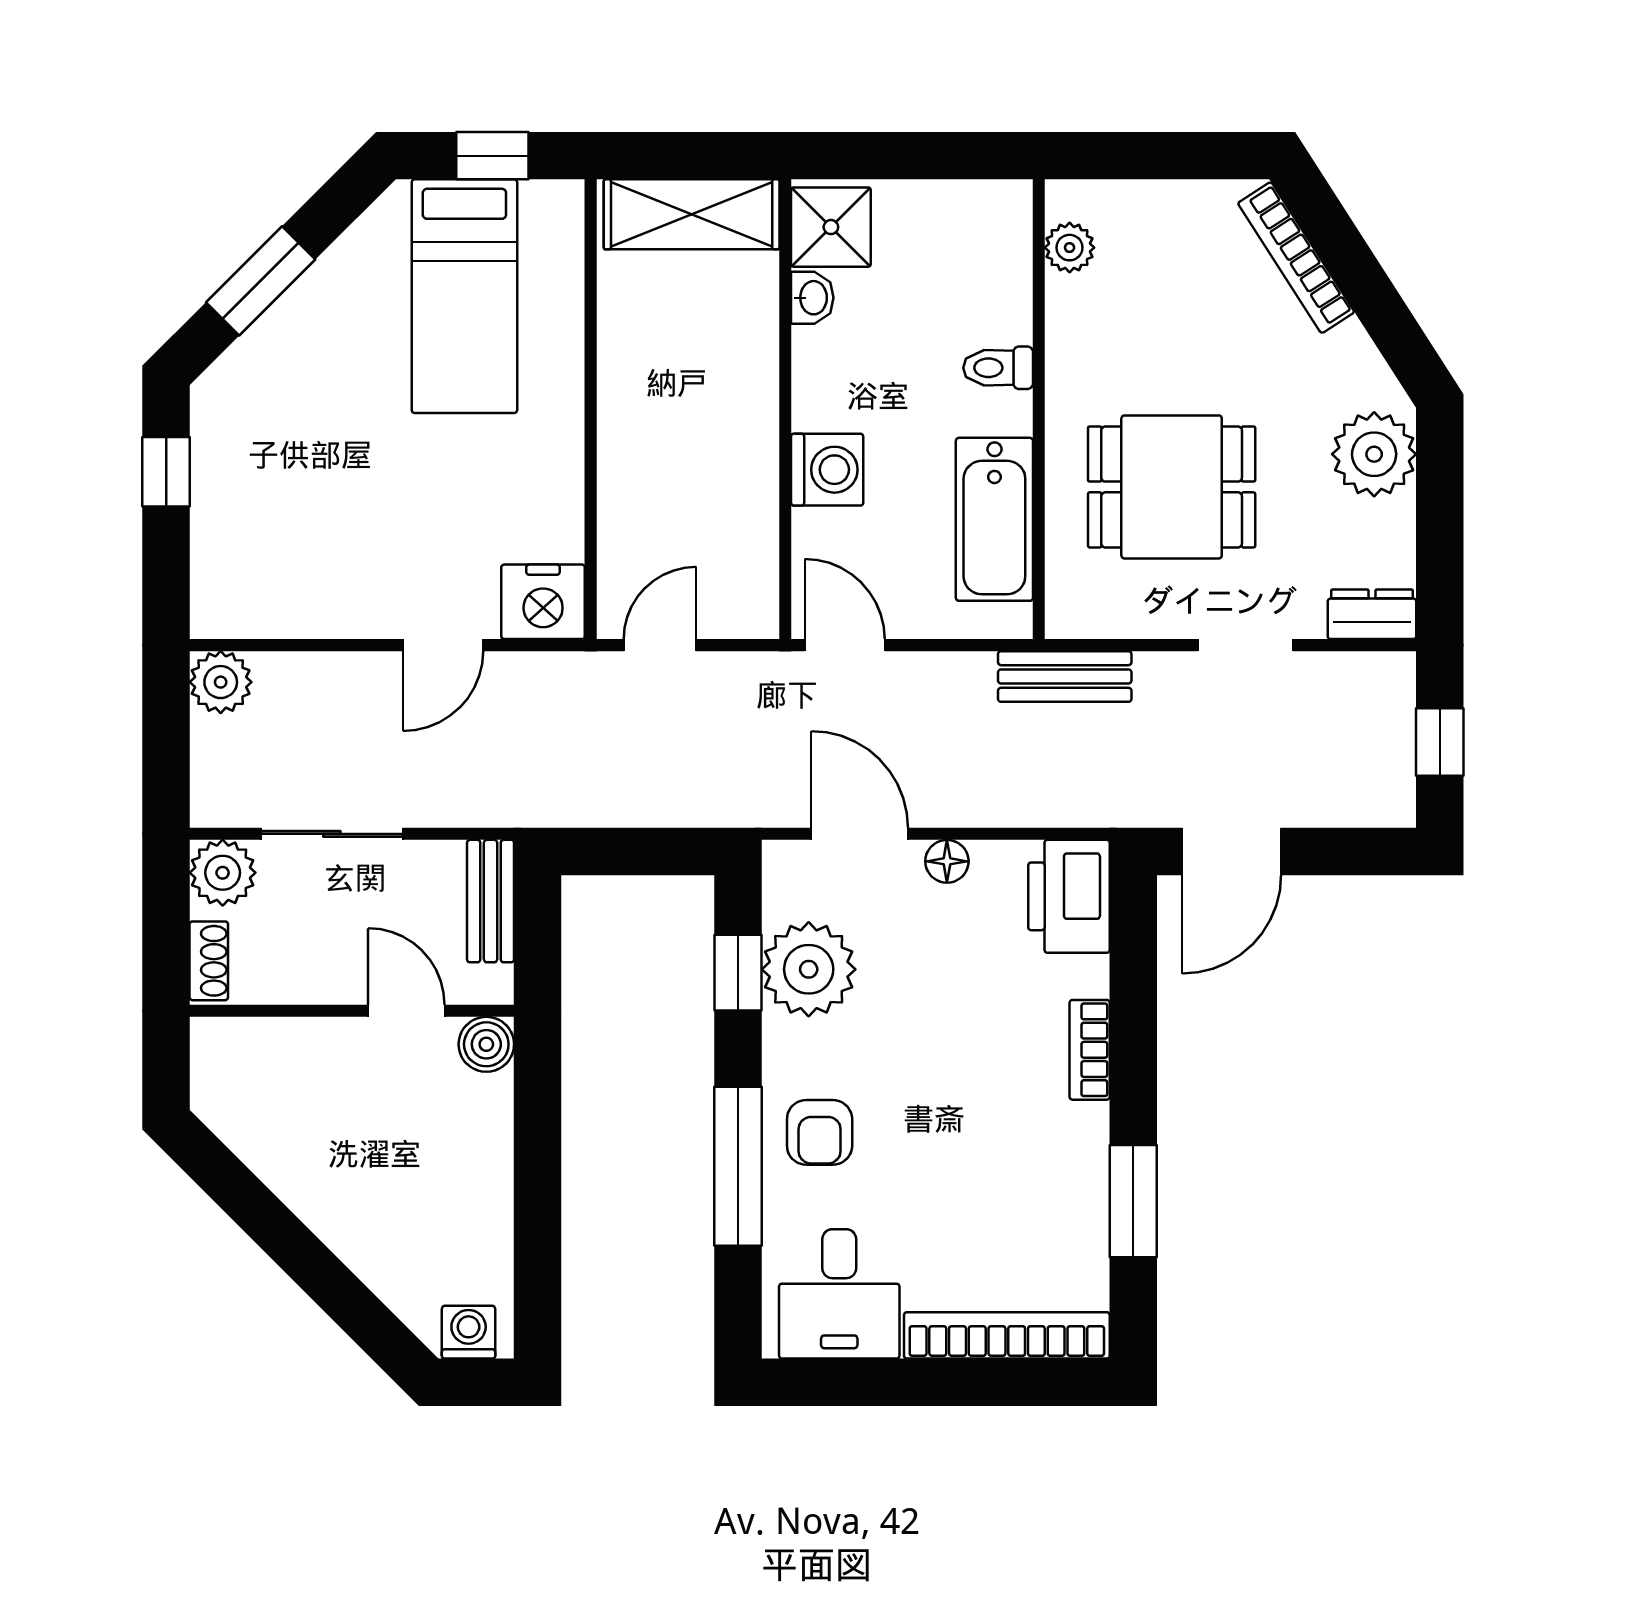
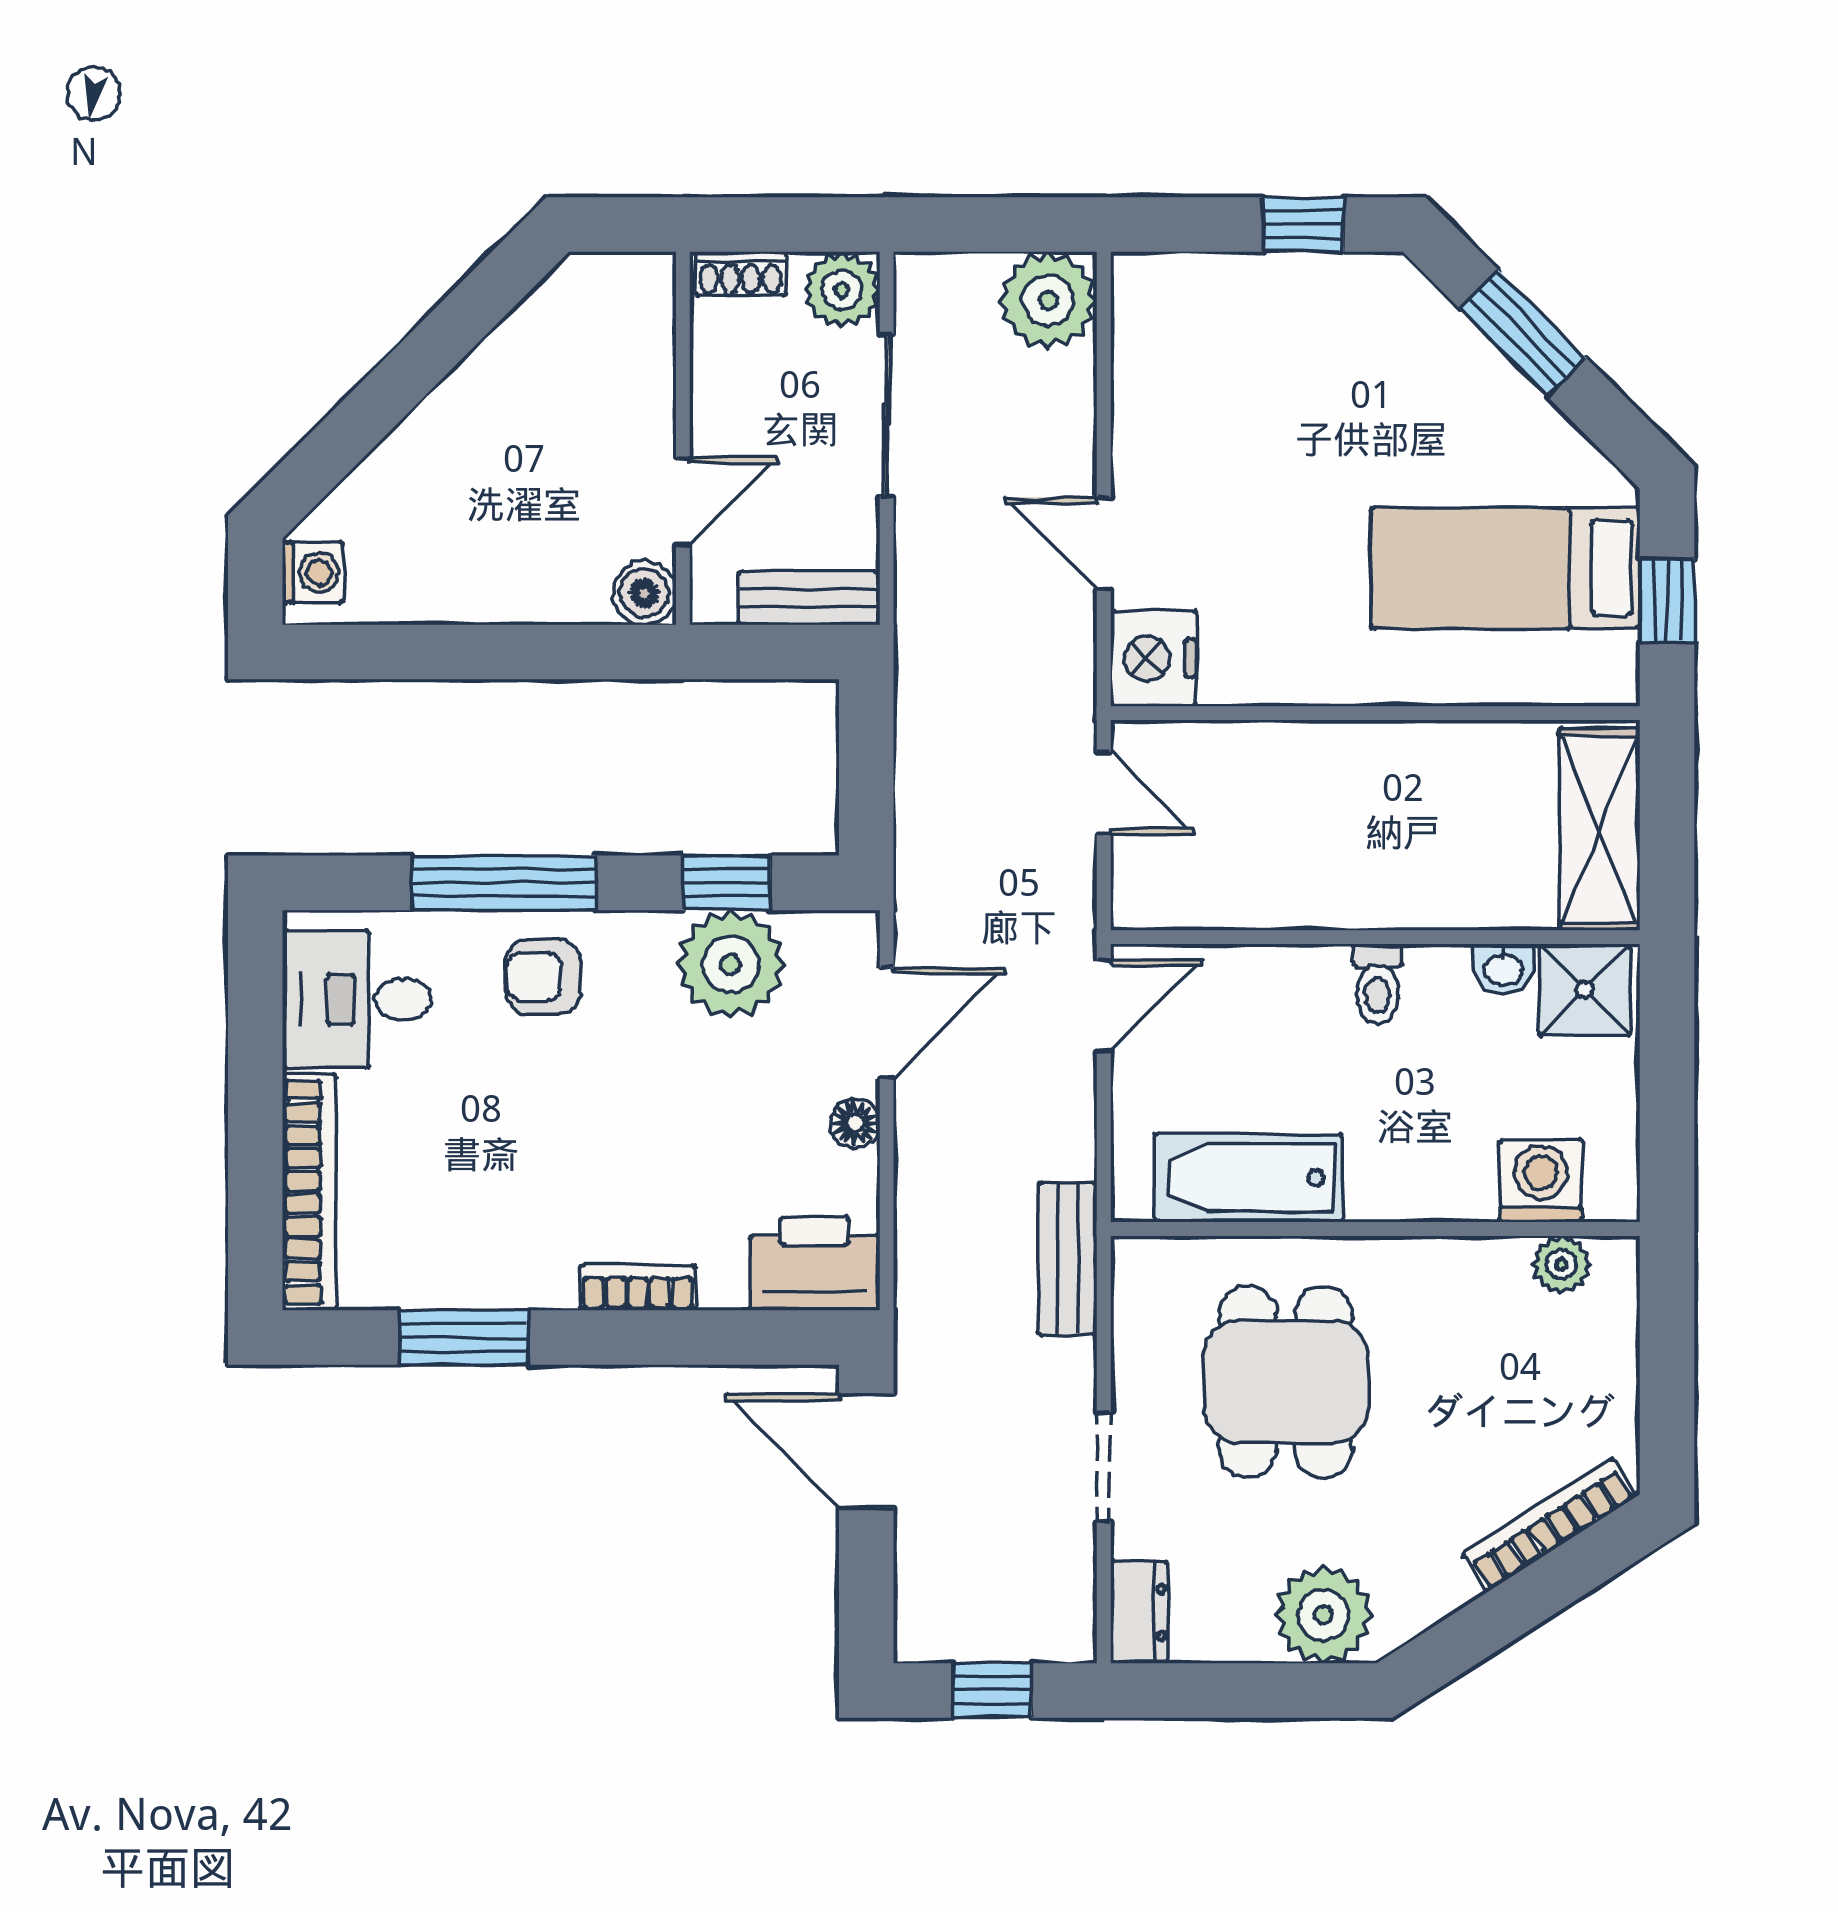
toilet: (998, 368) -> (1378, 984), moved, turned 180
washing machine: (827, 470) -> (1541, 1181), moved, turned 180
plant: (221, 682) -> (1048, 300), width x1.36, depth x1.36

